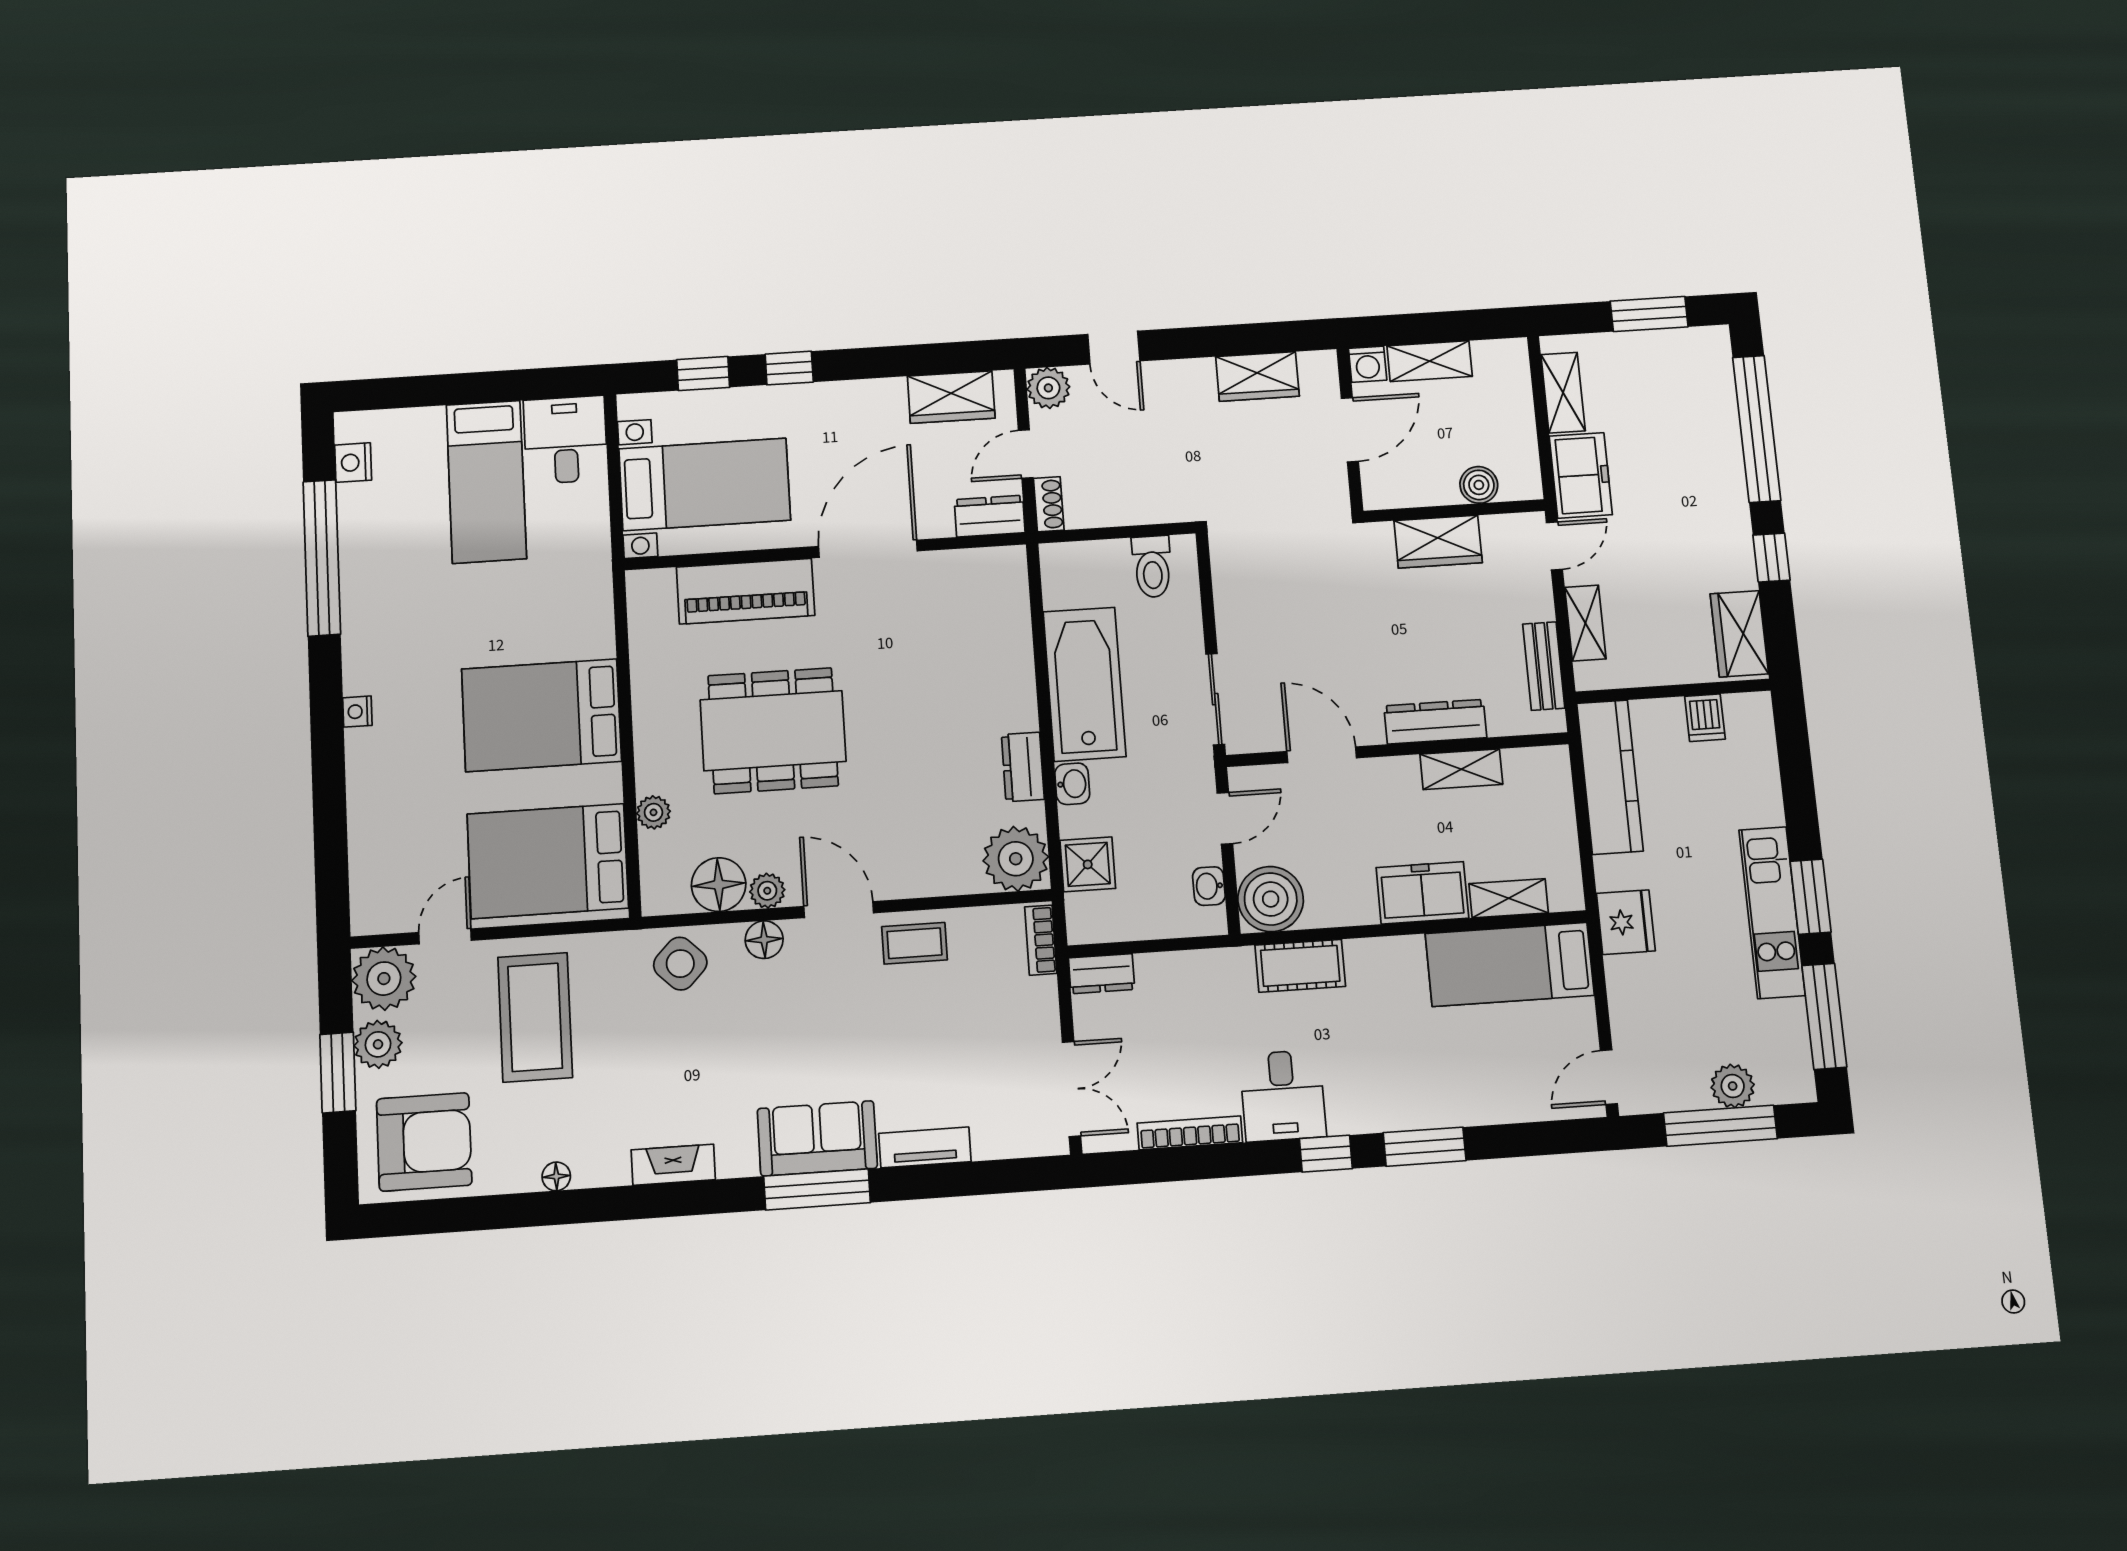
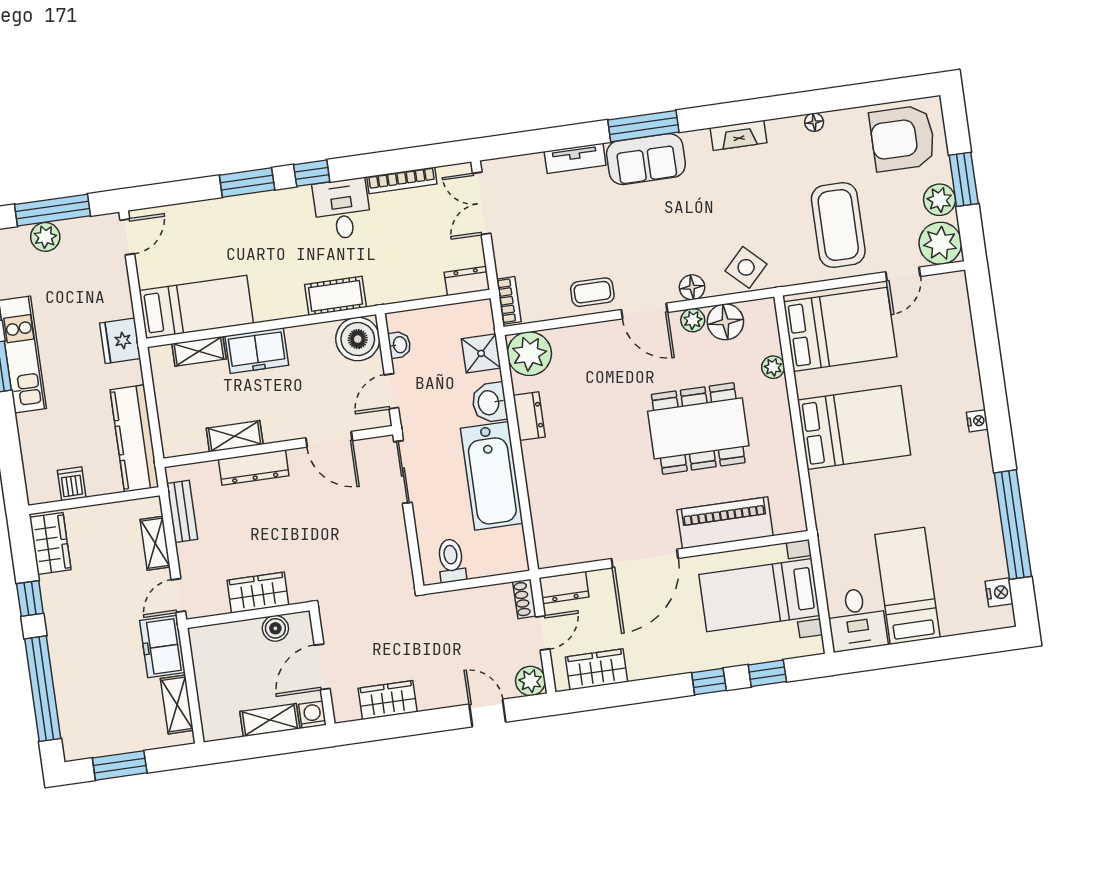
boiler: (1479, 485) -> (275, 628), moved
washbasin: (1072, 784) -> (489, 403), width x1.38, depth x1.45

